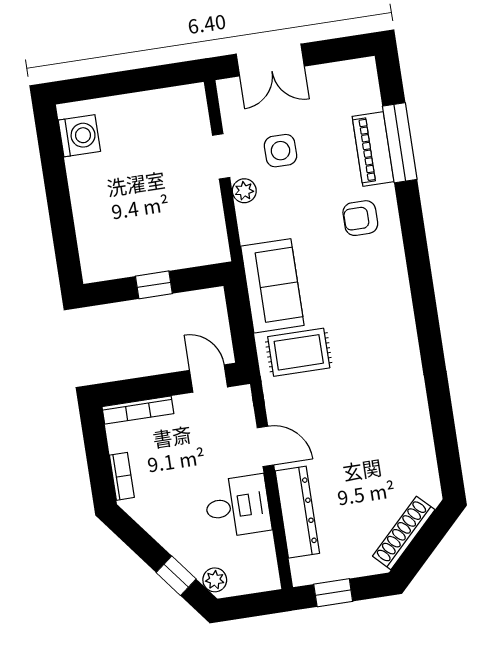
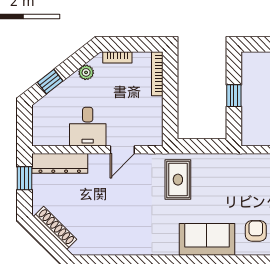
sofa: (272, 286) -> (207, 239), moved, turned 180
door: (209, 379) -> (170, 121), removed
dresser: (297, 512) -> (60, 163), moved
plant: (215, 580) -> (86, 72), moved

